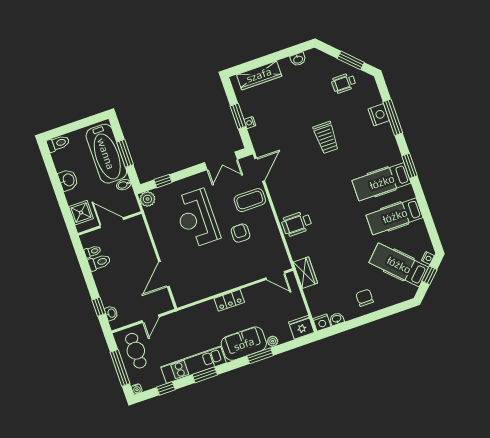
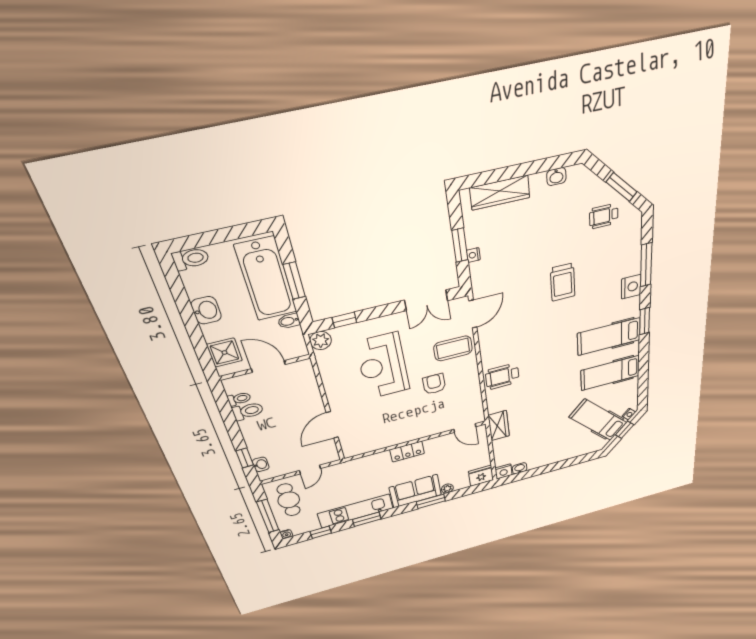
nightstand: (379, 115) -> (631, 287), moved
chair: (365, 298) -> (554, 449), removed

